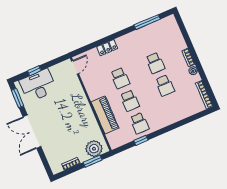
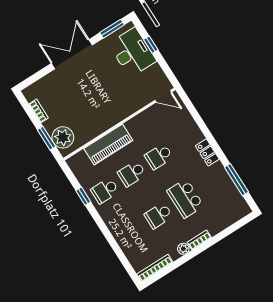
locker: (107, 48) -> (207, 152), moved
school desk: (155, 63) -> (185, 198), width x1.85

